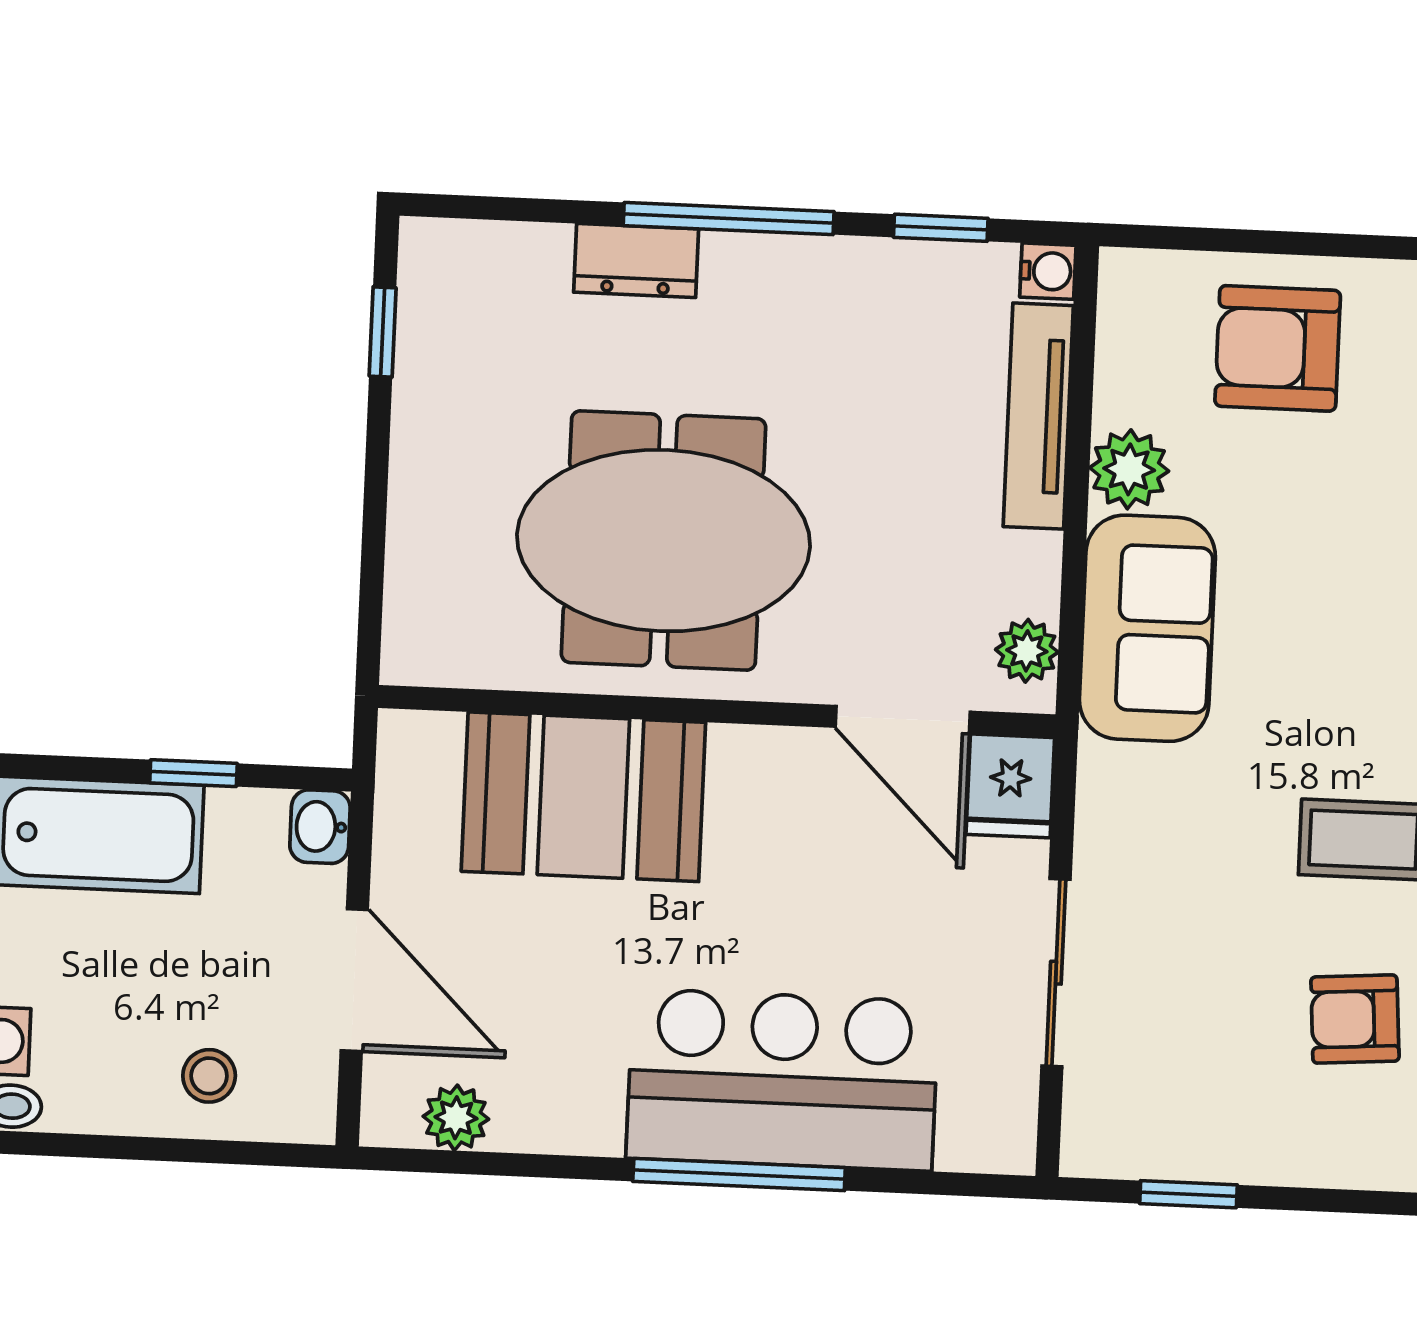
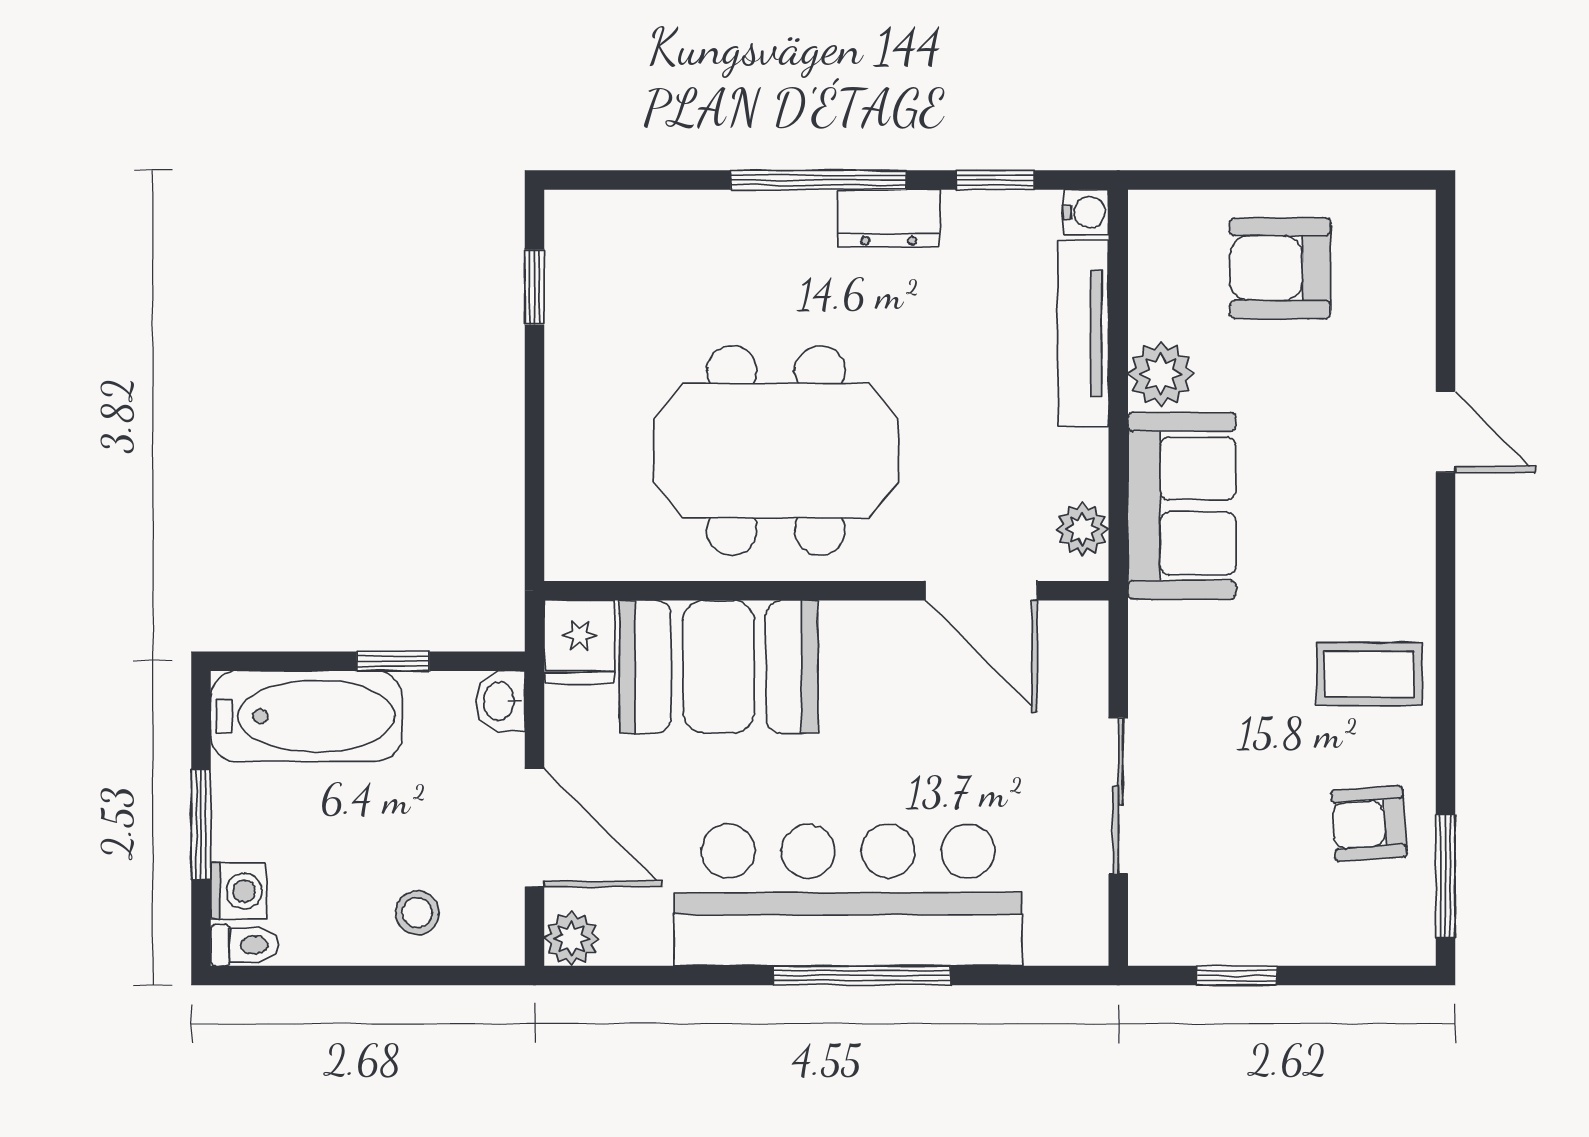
dresser: (636, 260) -> (889, 218), moved
fridge: (1010, 786) -> (579, 642), moved
bar counter: (782, 1080) -> (848, 895), width x1.36
plant: (456, 1118) -> (572, 939), moved

